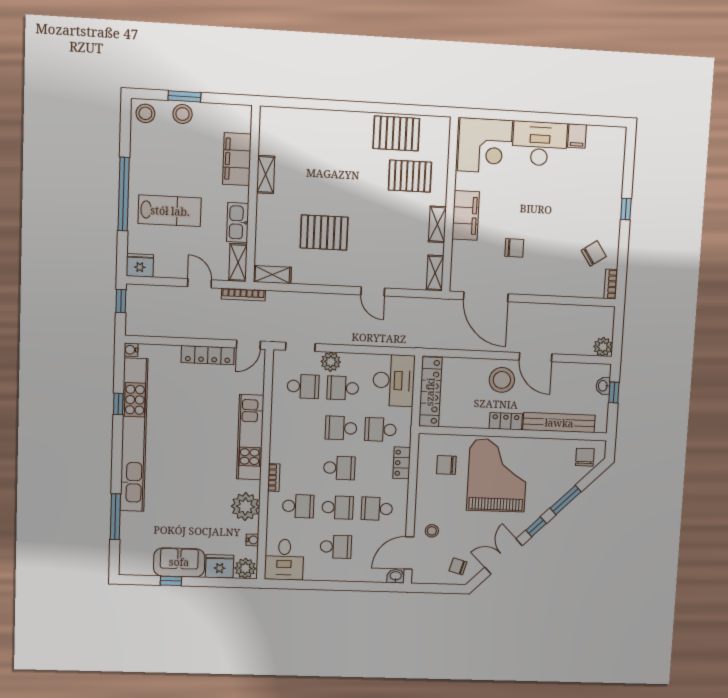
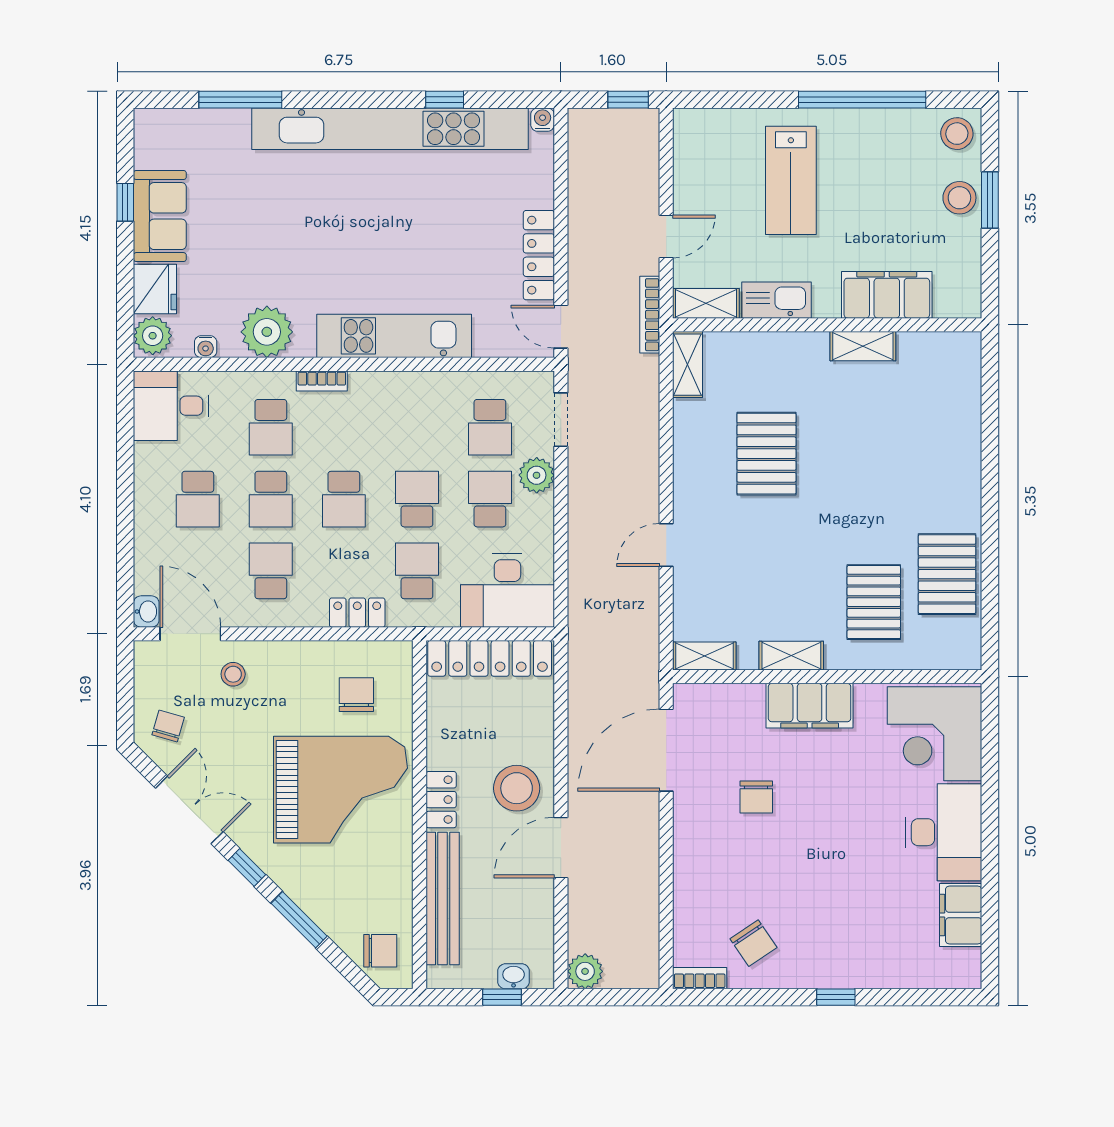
filing cabinet: (577, 136) -> (961, 915), width x2.00
window: (124, 194) -> (862, 100), moved
fridge: (140, 265) -> (693, 131), removed

